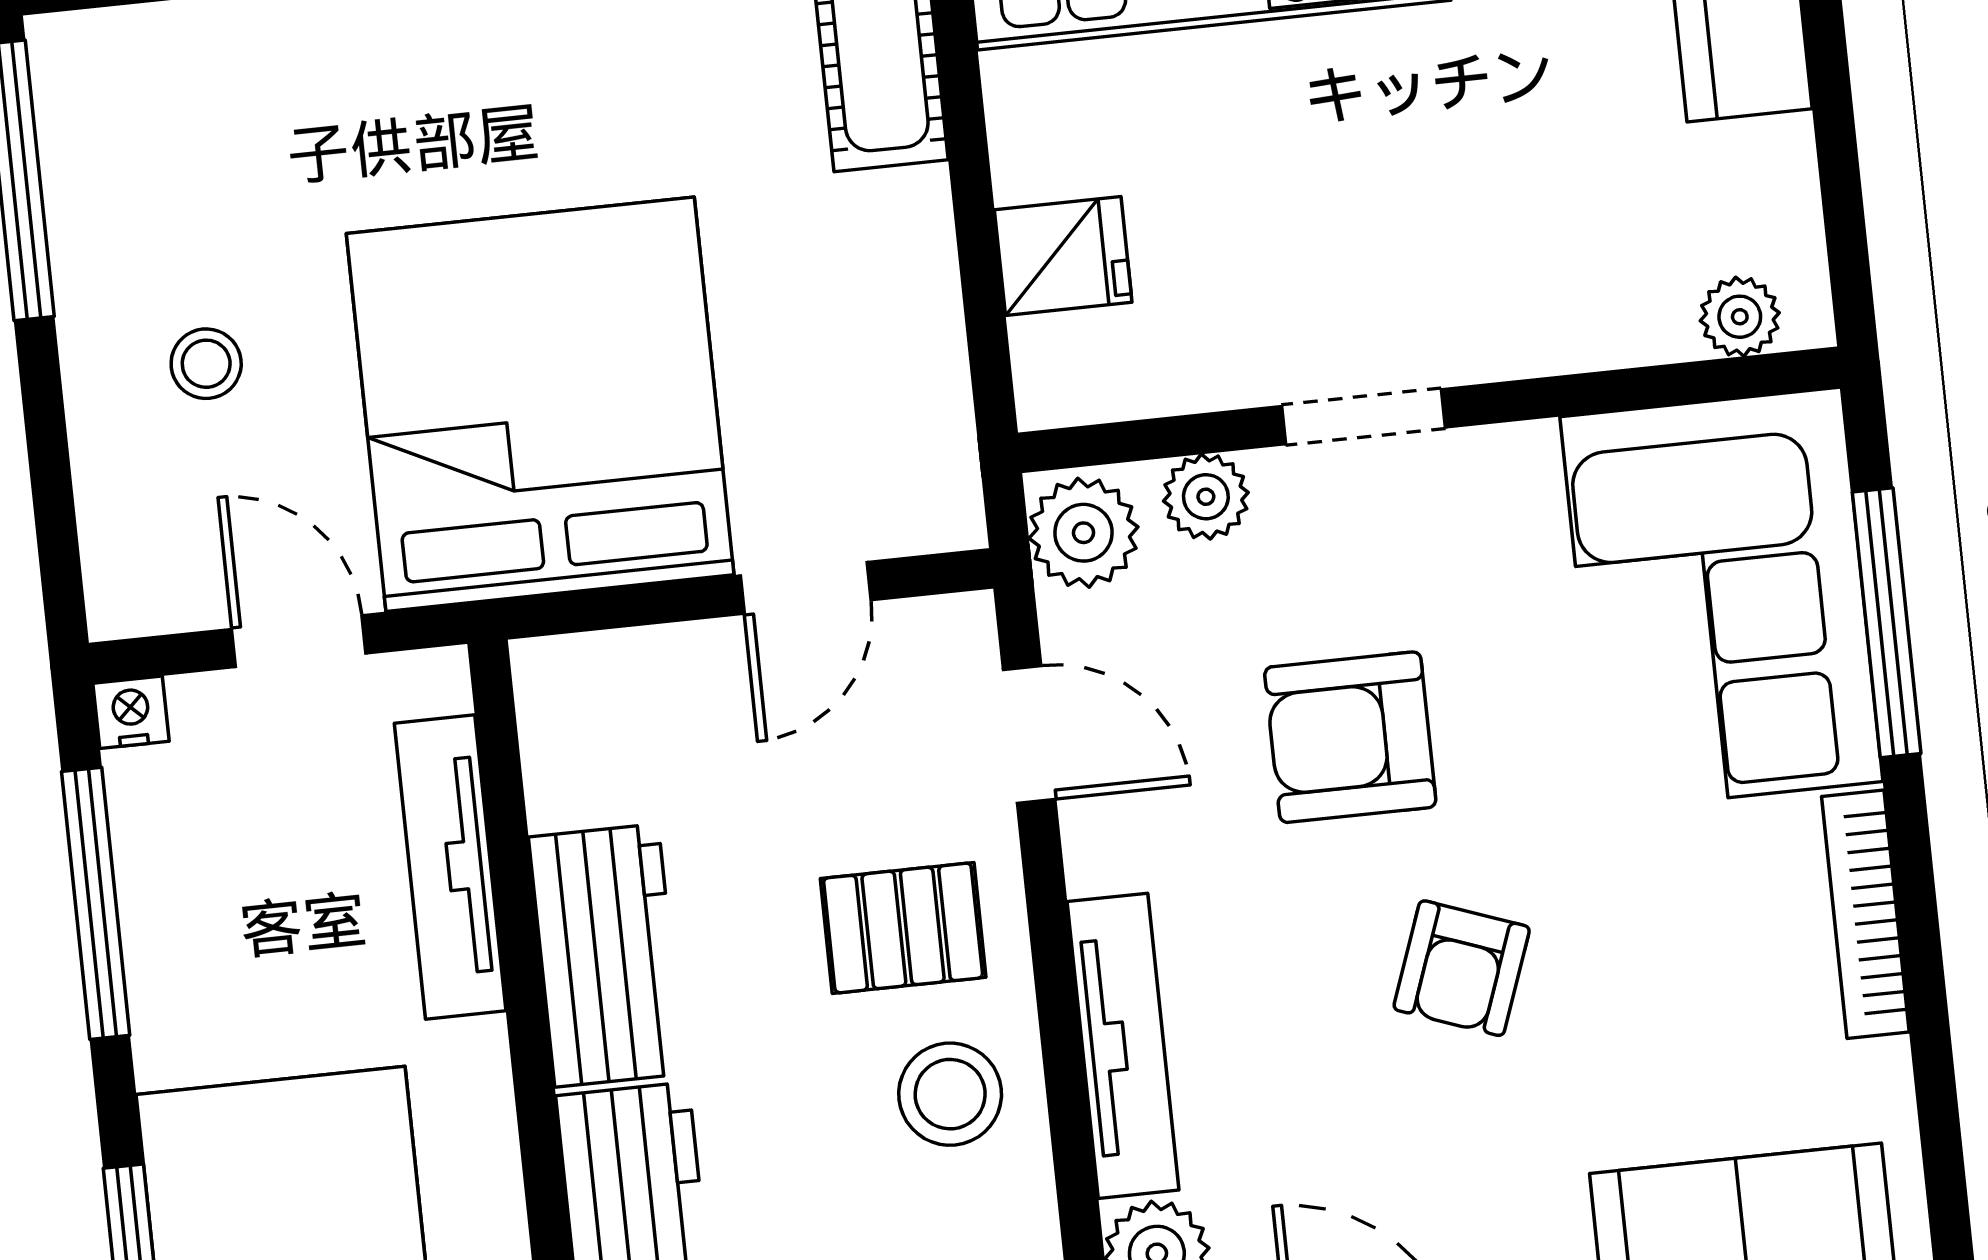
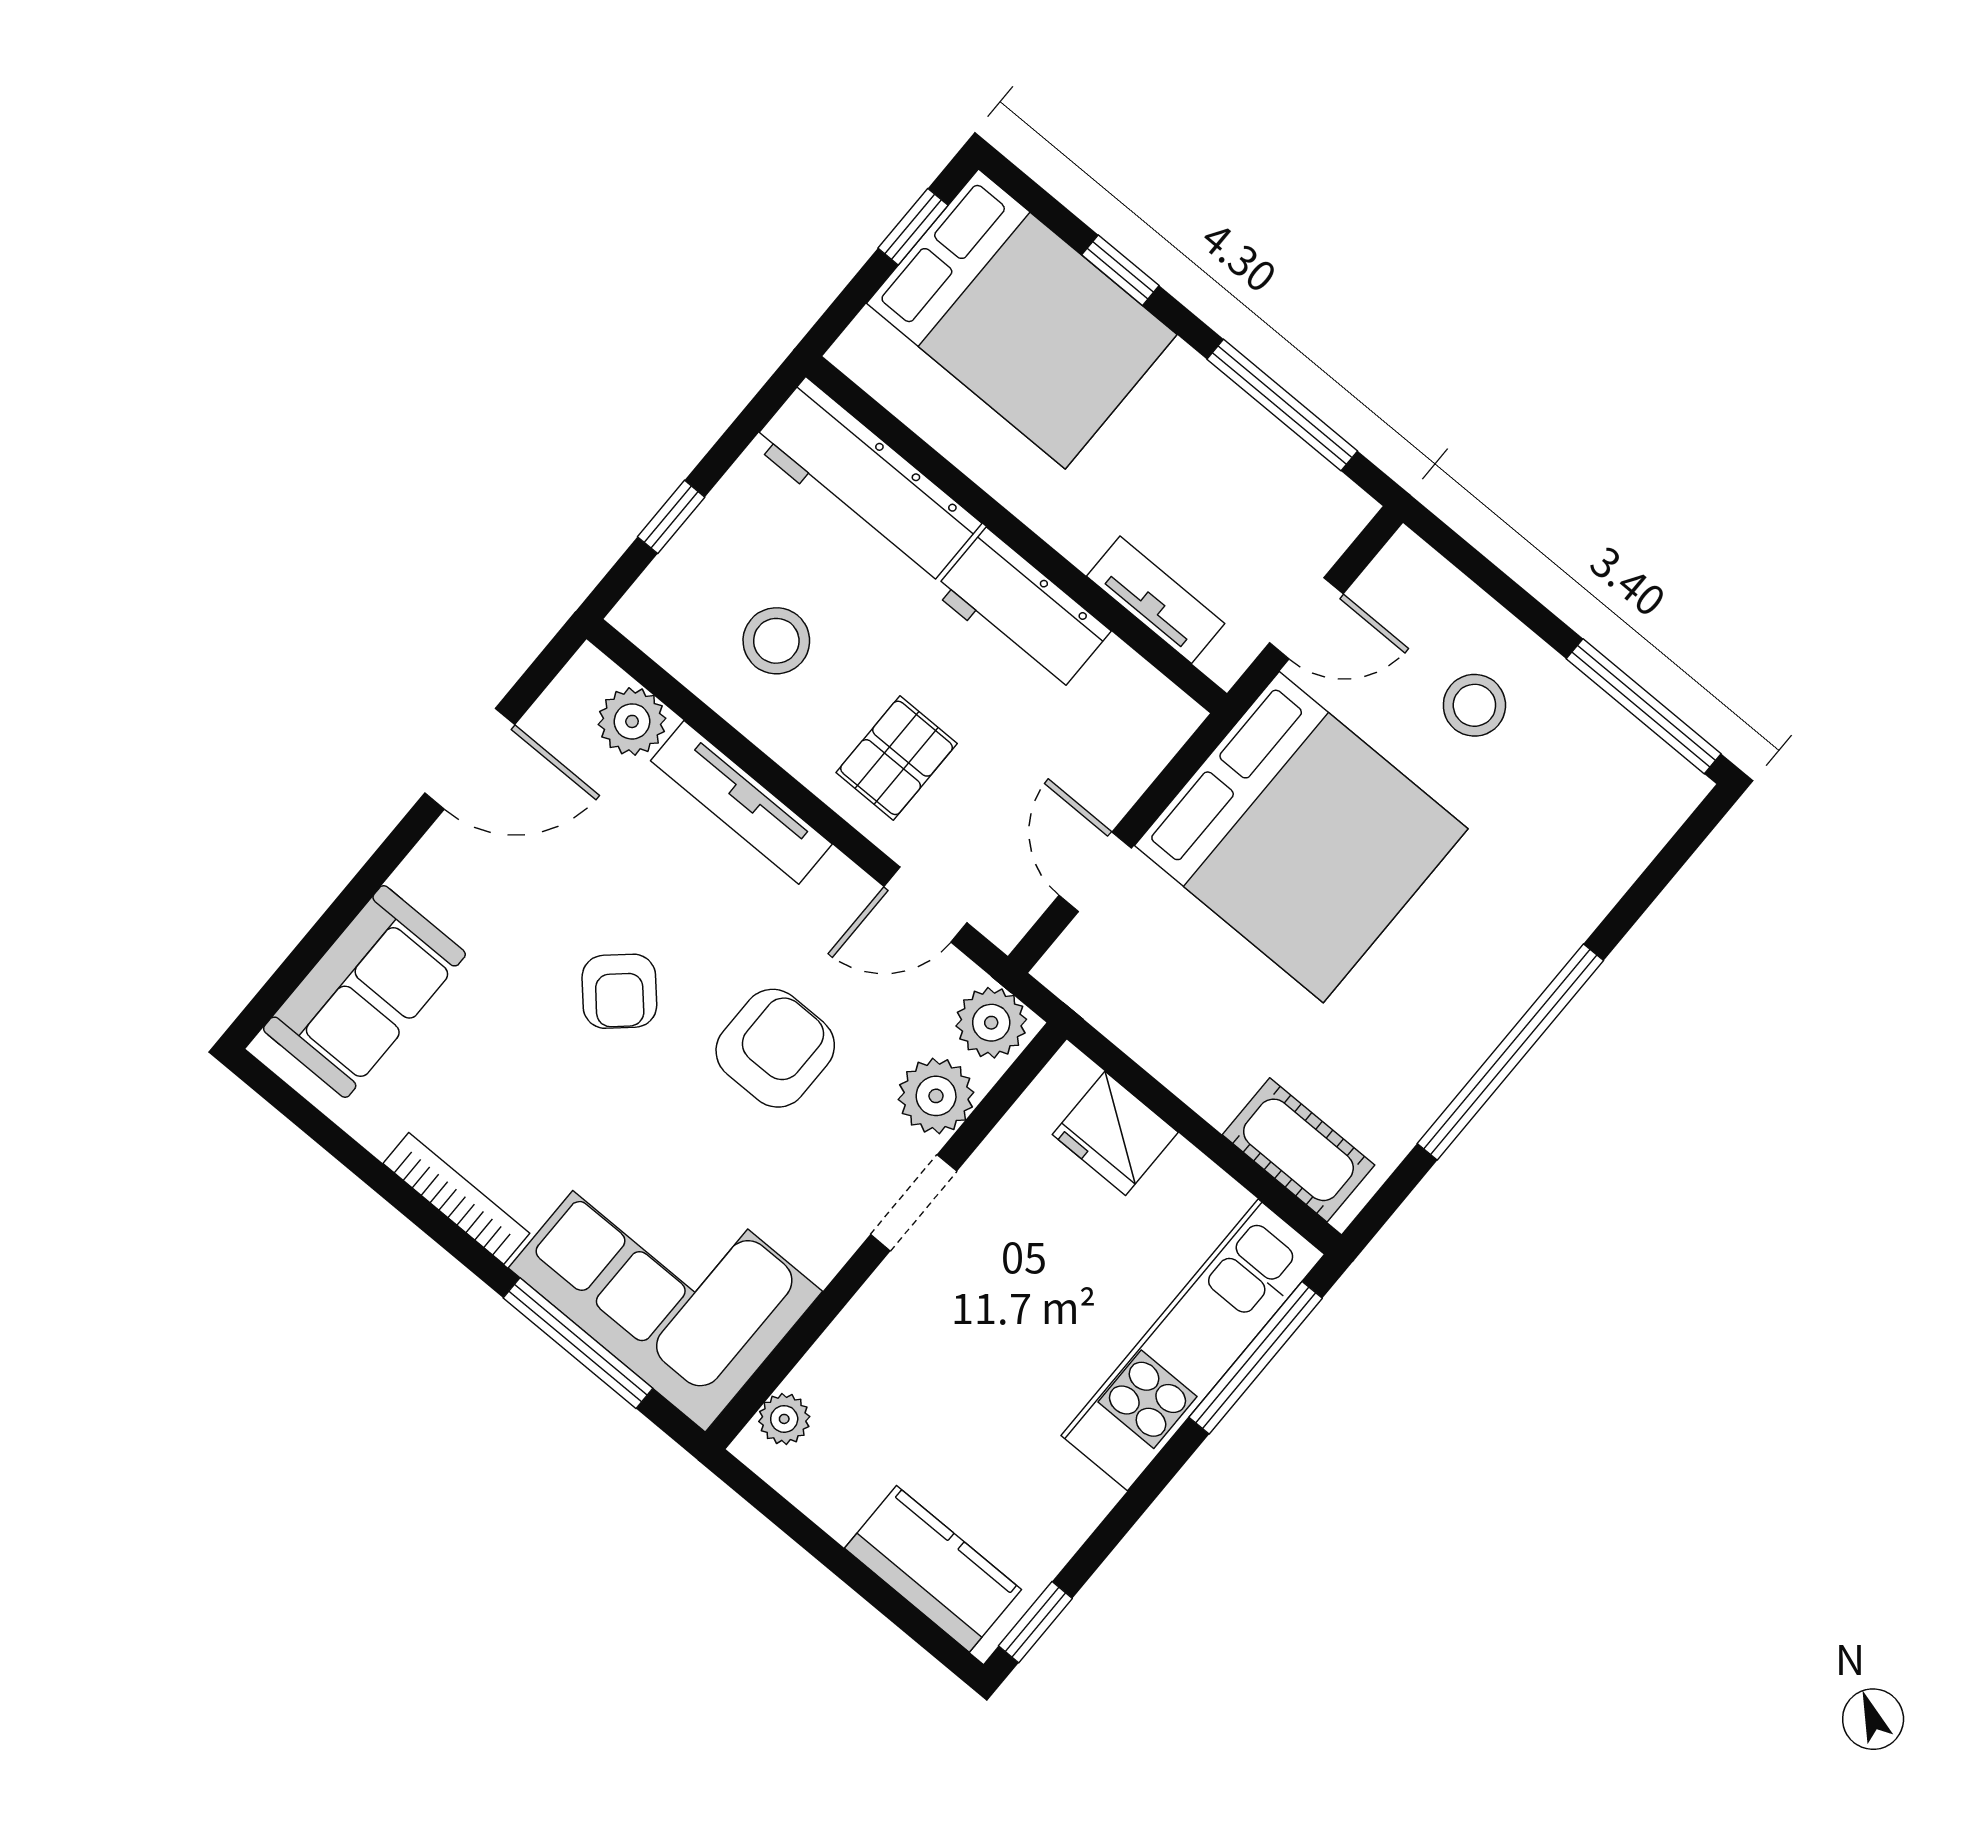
fridge: (1063, 256) -> (1115, 1133), width x1.38
stool: (206, 364) -> (1474, 705), width x1.37, depth x1.37
plant: (1206, 497) -> (936, 1096), width x1.38, depth x1.38
nightstand: (131, 712) -> (1352, 510), removed
tv unit: (450, 867) -> (1156, 600), width x0.71
armchair: (1462, 968) -> (619, 991), turned -152
stool: (950, 1094) -> (776, 641), moved

